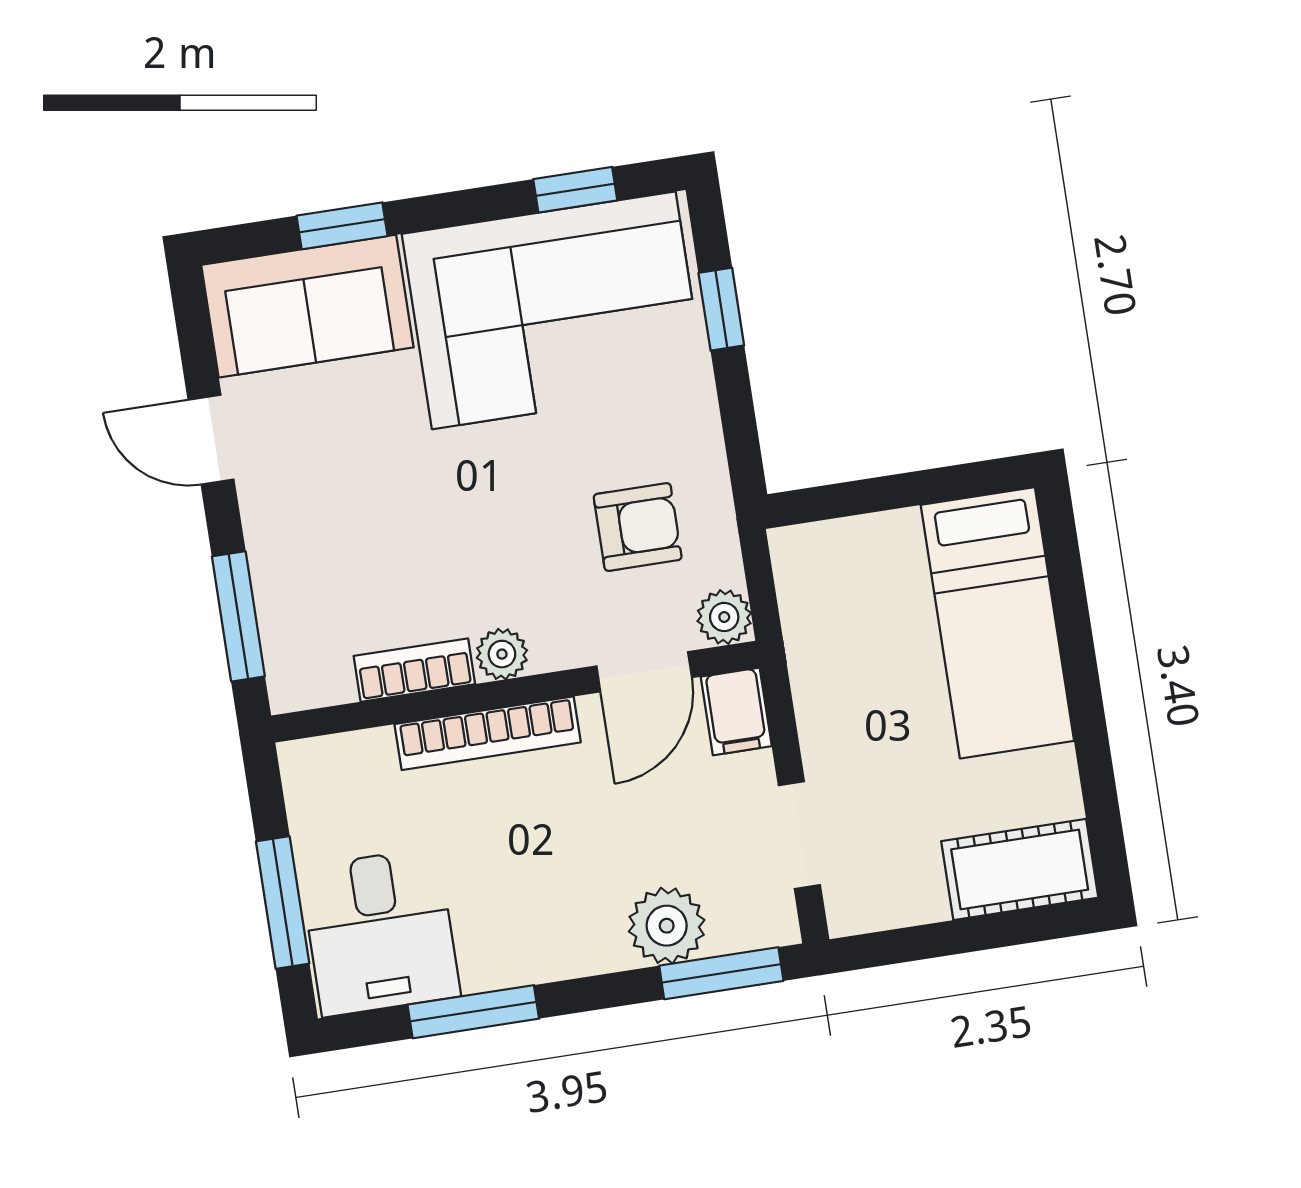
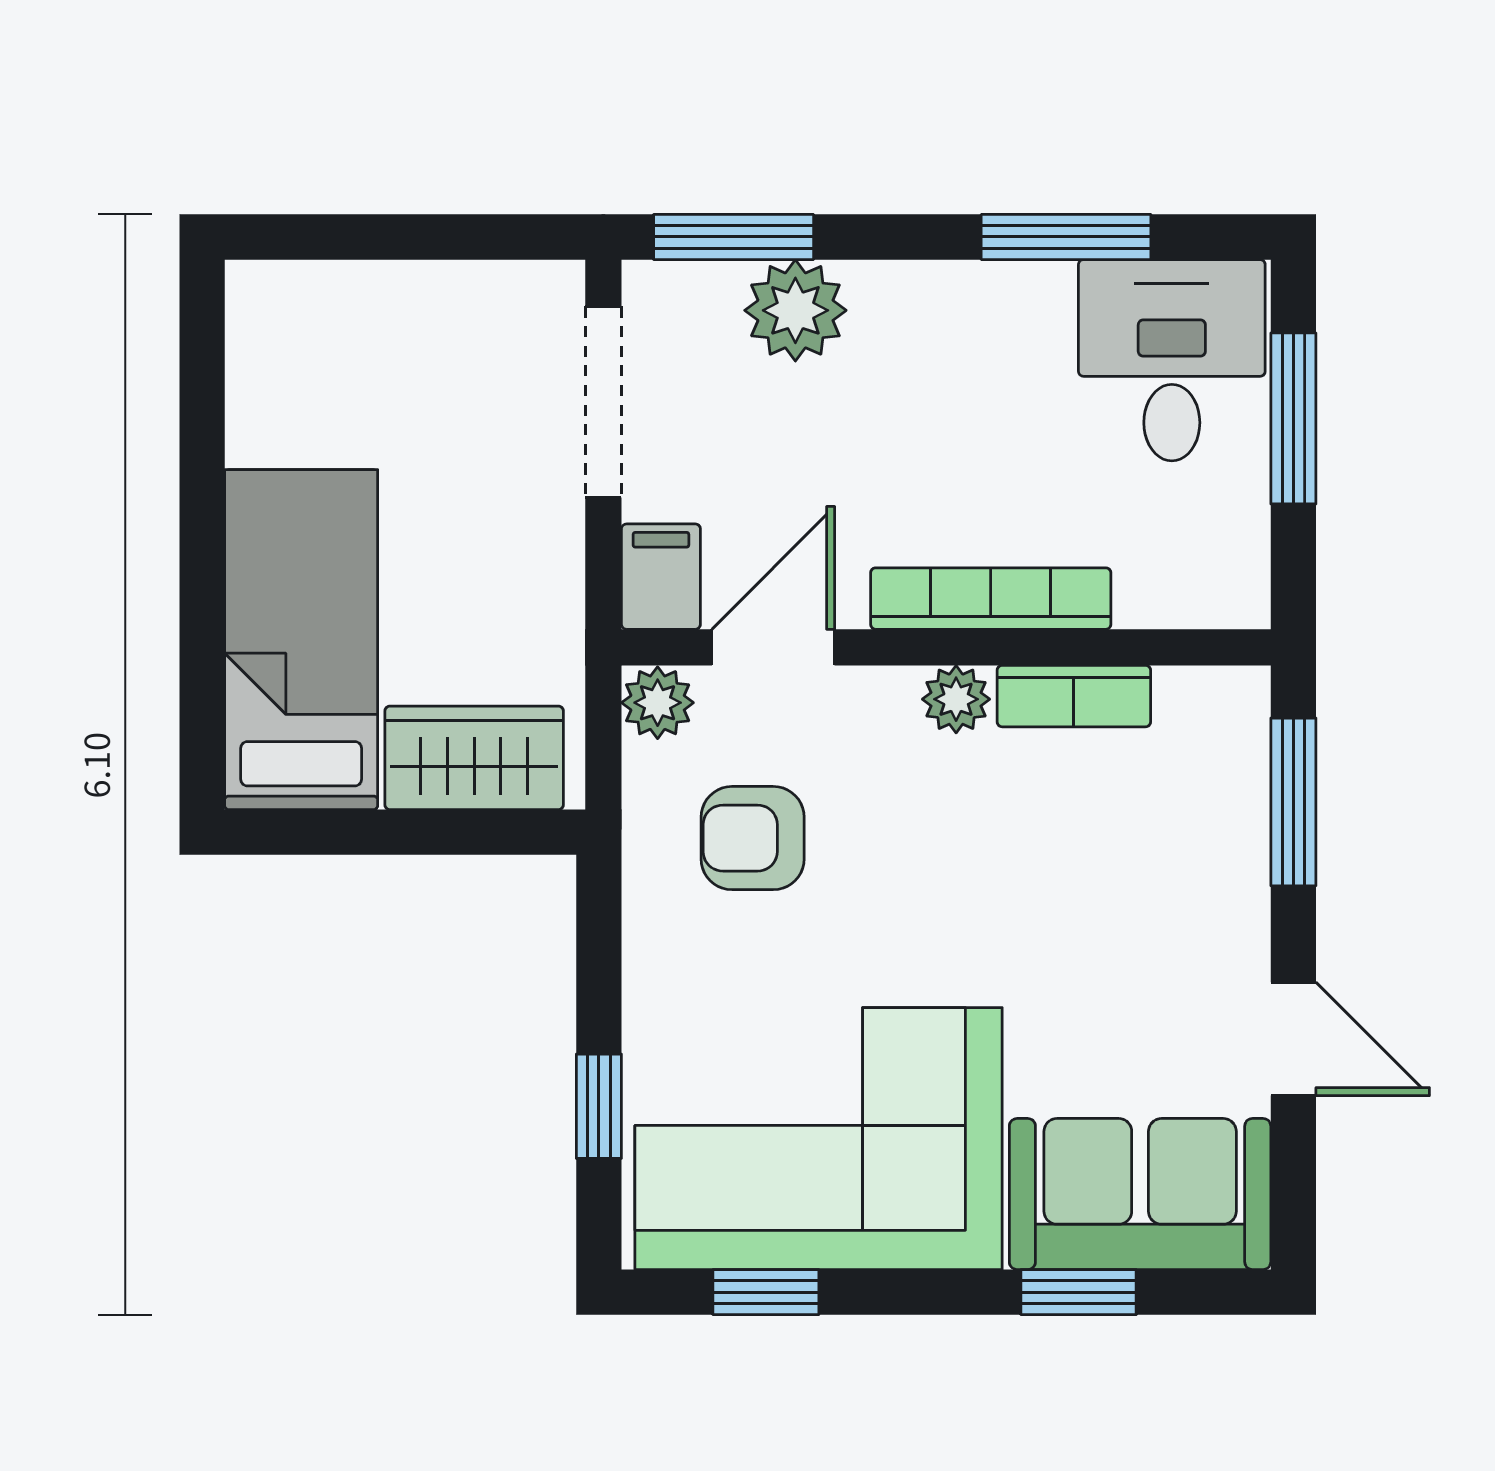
wardrobe: (855, 555) -> (474, 758), added
doorway: (799, 835) -> (603, 402), width x1.38
cot: (1020, 869) -> (322, 312), removed

